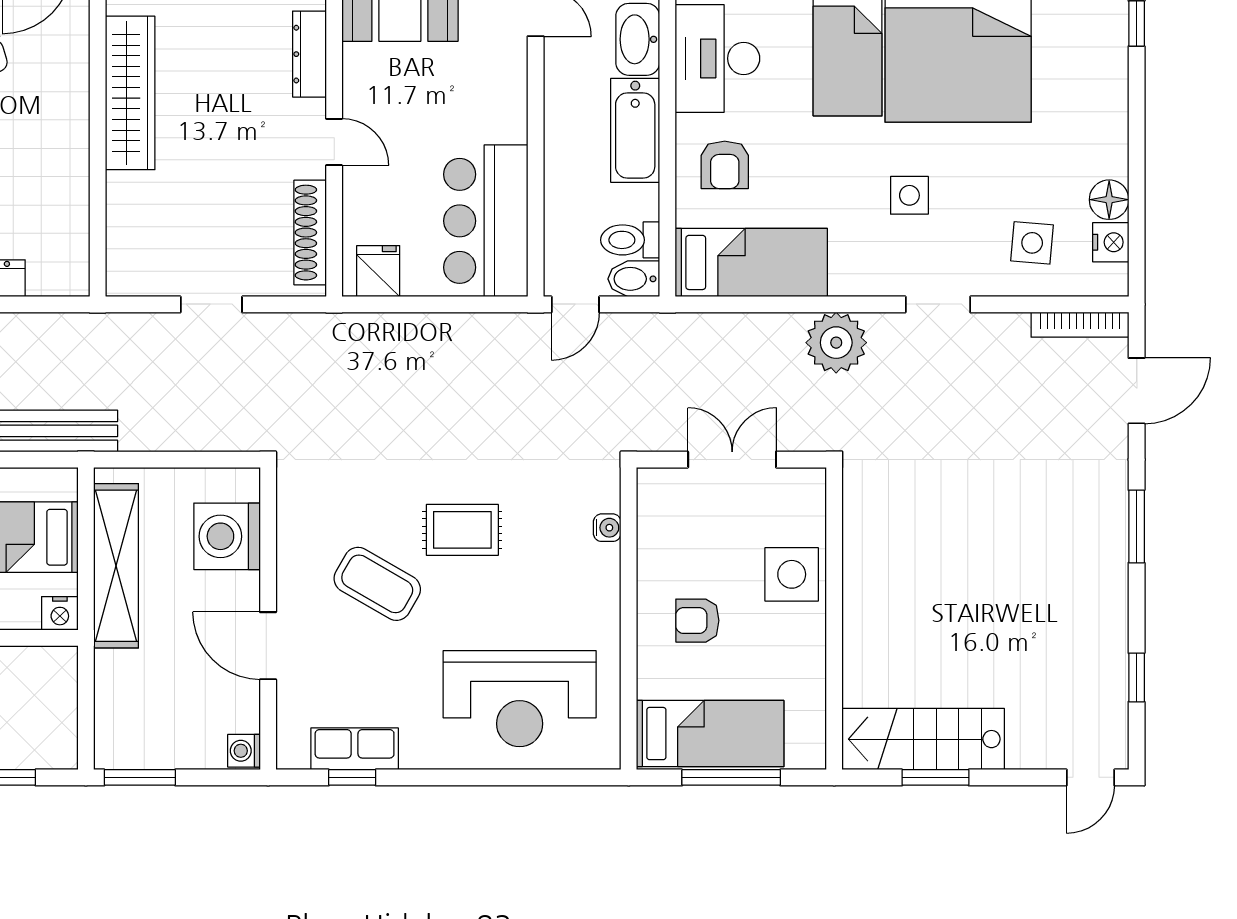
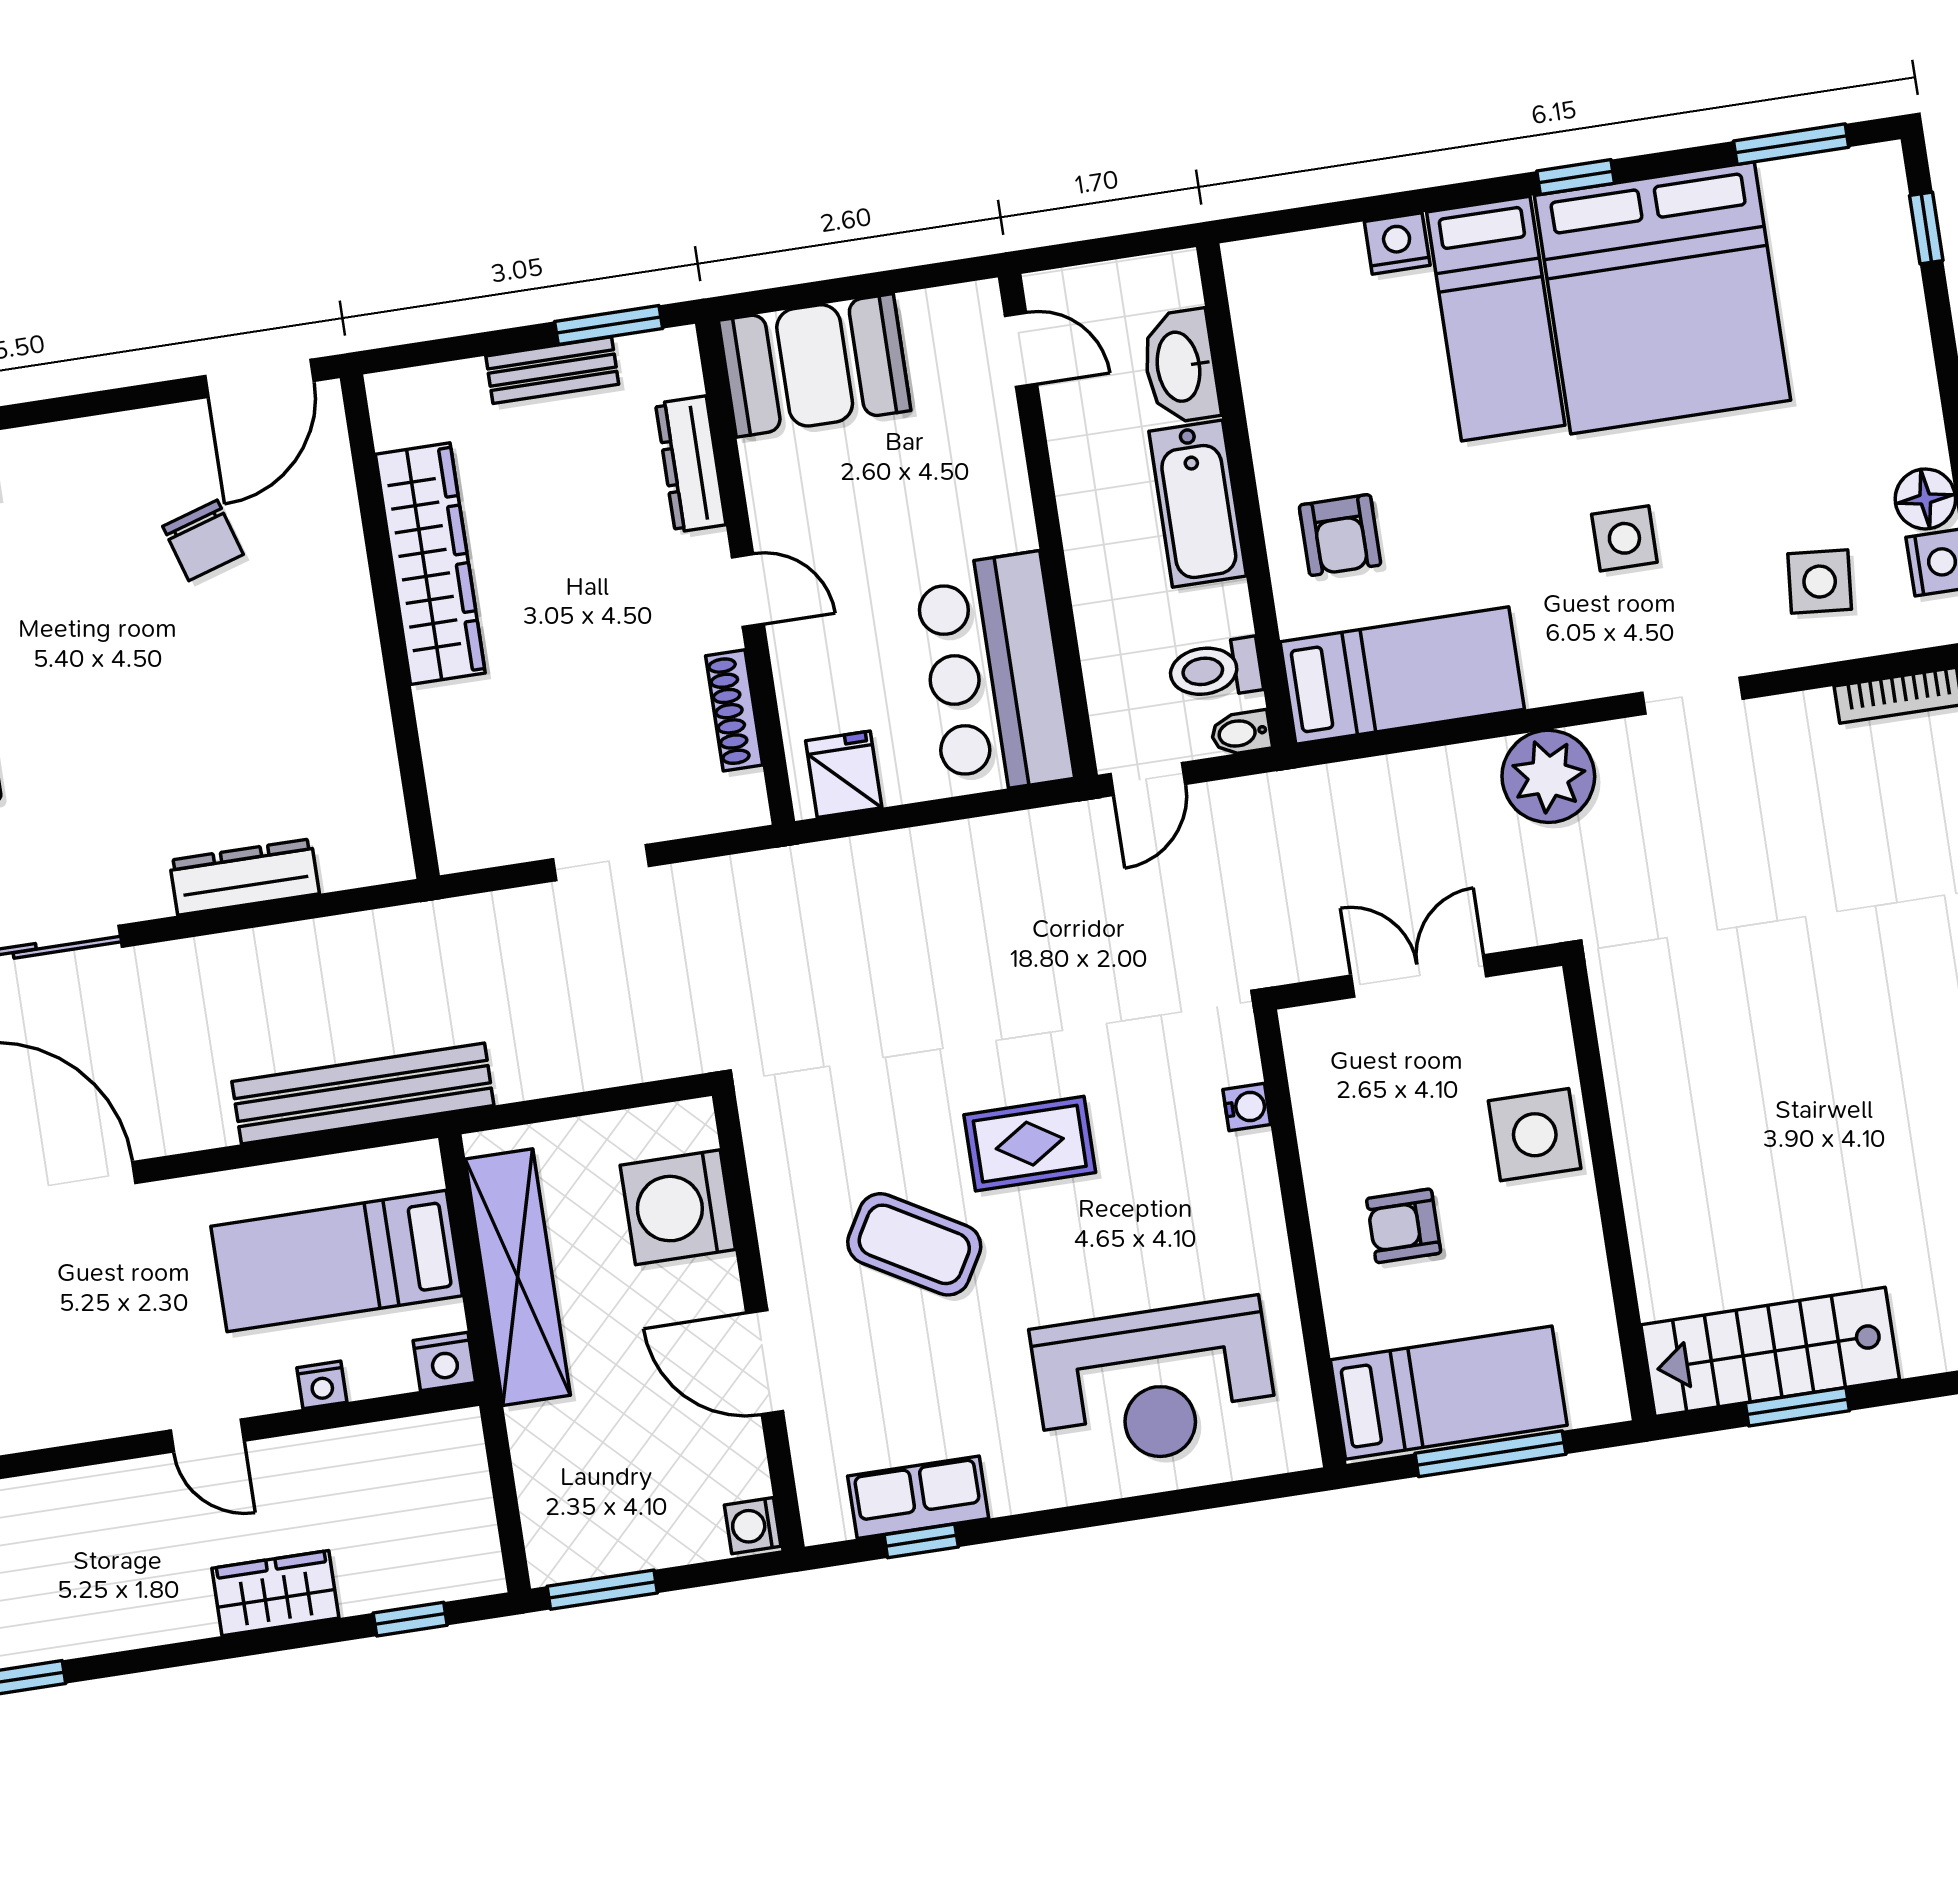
desk: (717, 58) -> (1305, 377), removed
shoe rack: (310, 233) -> (734, 710), width x0.74, depth x0.81
bidet: (634, 279) -> (1241, 733), width x0.72, depth x0.74

